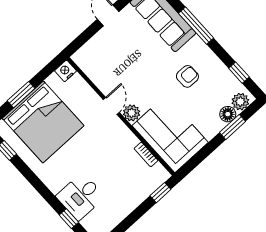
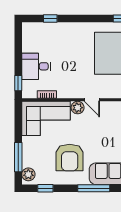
armchair: (187, 76) -> (70, 158), width x1.88, depth x1.88
floor lamp: (228, 114) -> (28, 161), removed
window: (233, 127) -> (18, 157), width x1.44
desk: (81, 196) -> (36, 66), moved, turned -90

